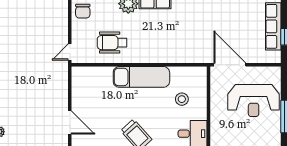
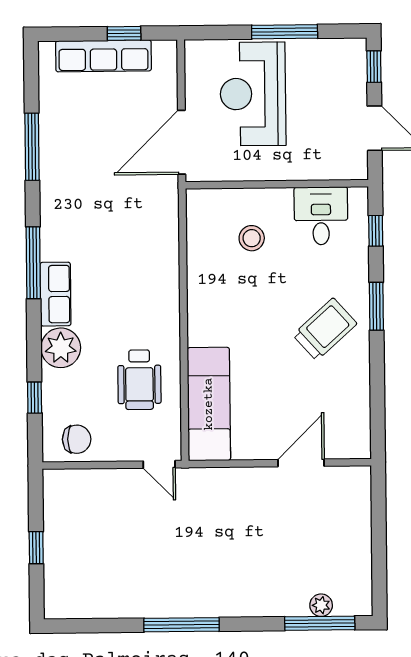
exam couch: (141, 77) -> (209, 404), moved
reception desk: (254, 101) -> (253, 94), turned 180

